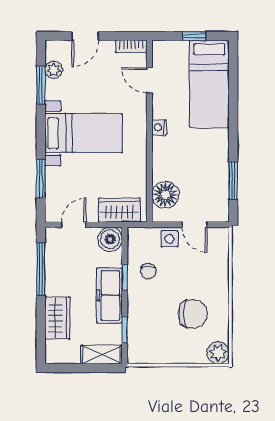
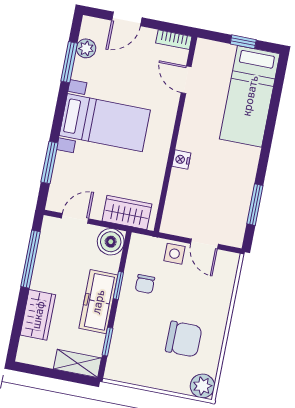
nightstand: (159, 127) -> (181, 160), moved
floor lamp: (165, 195) -> (179, 206), removed

